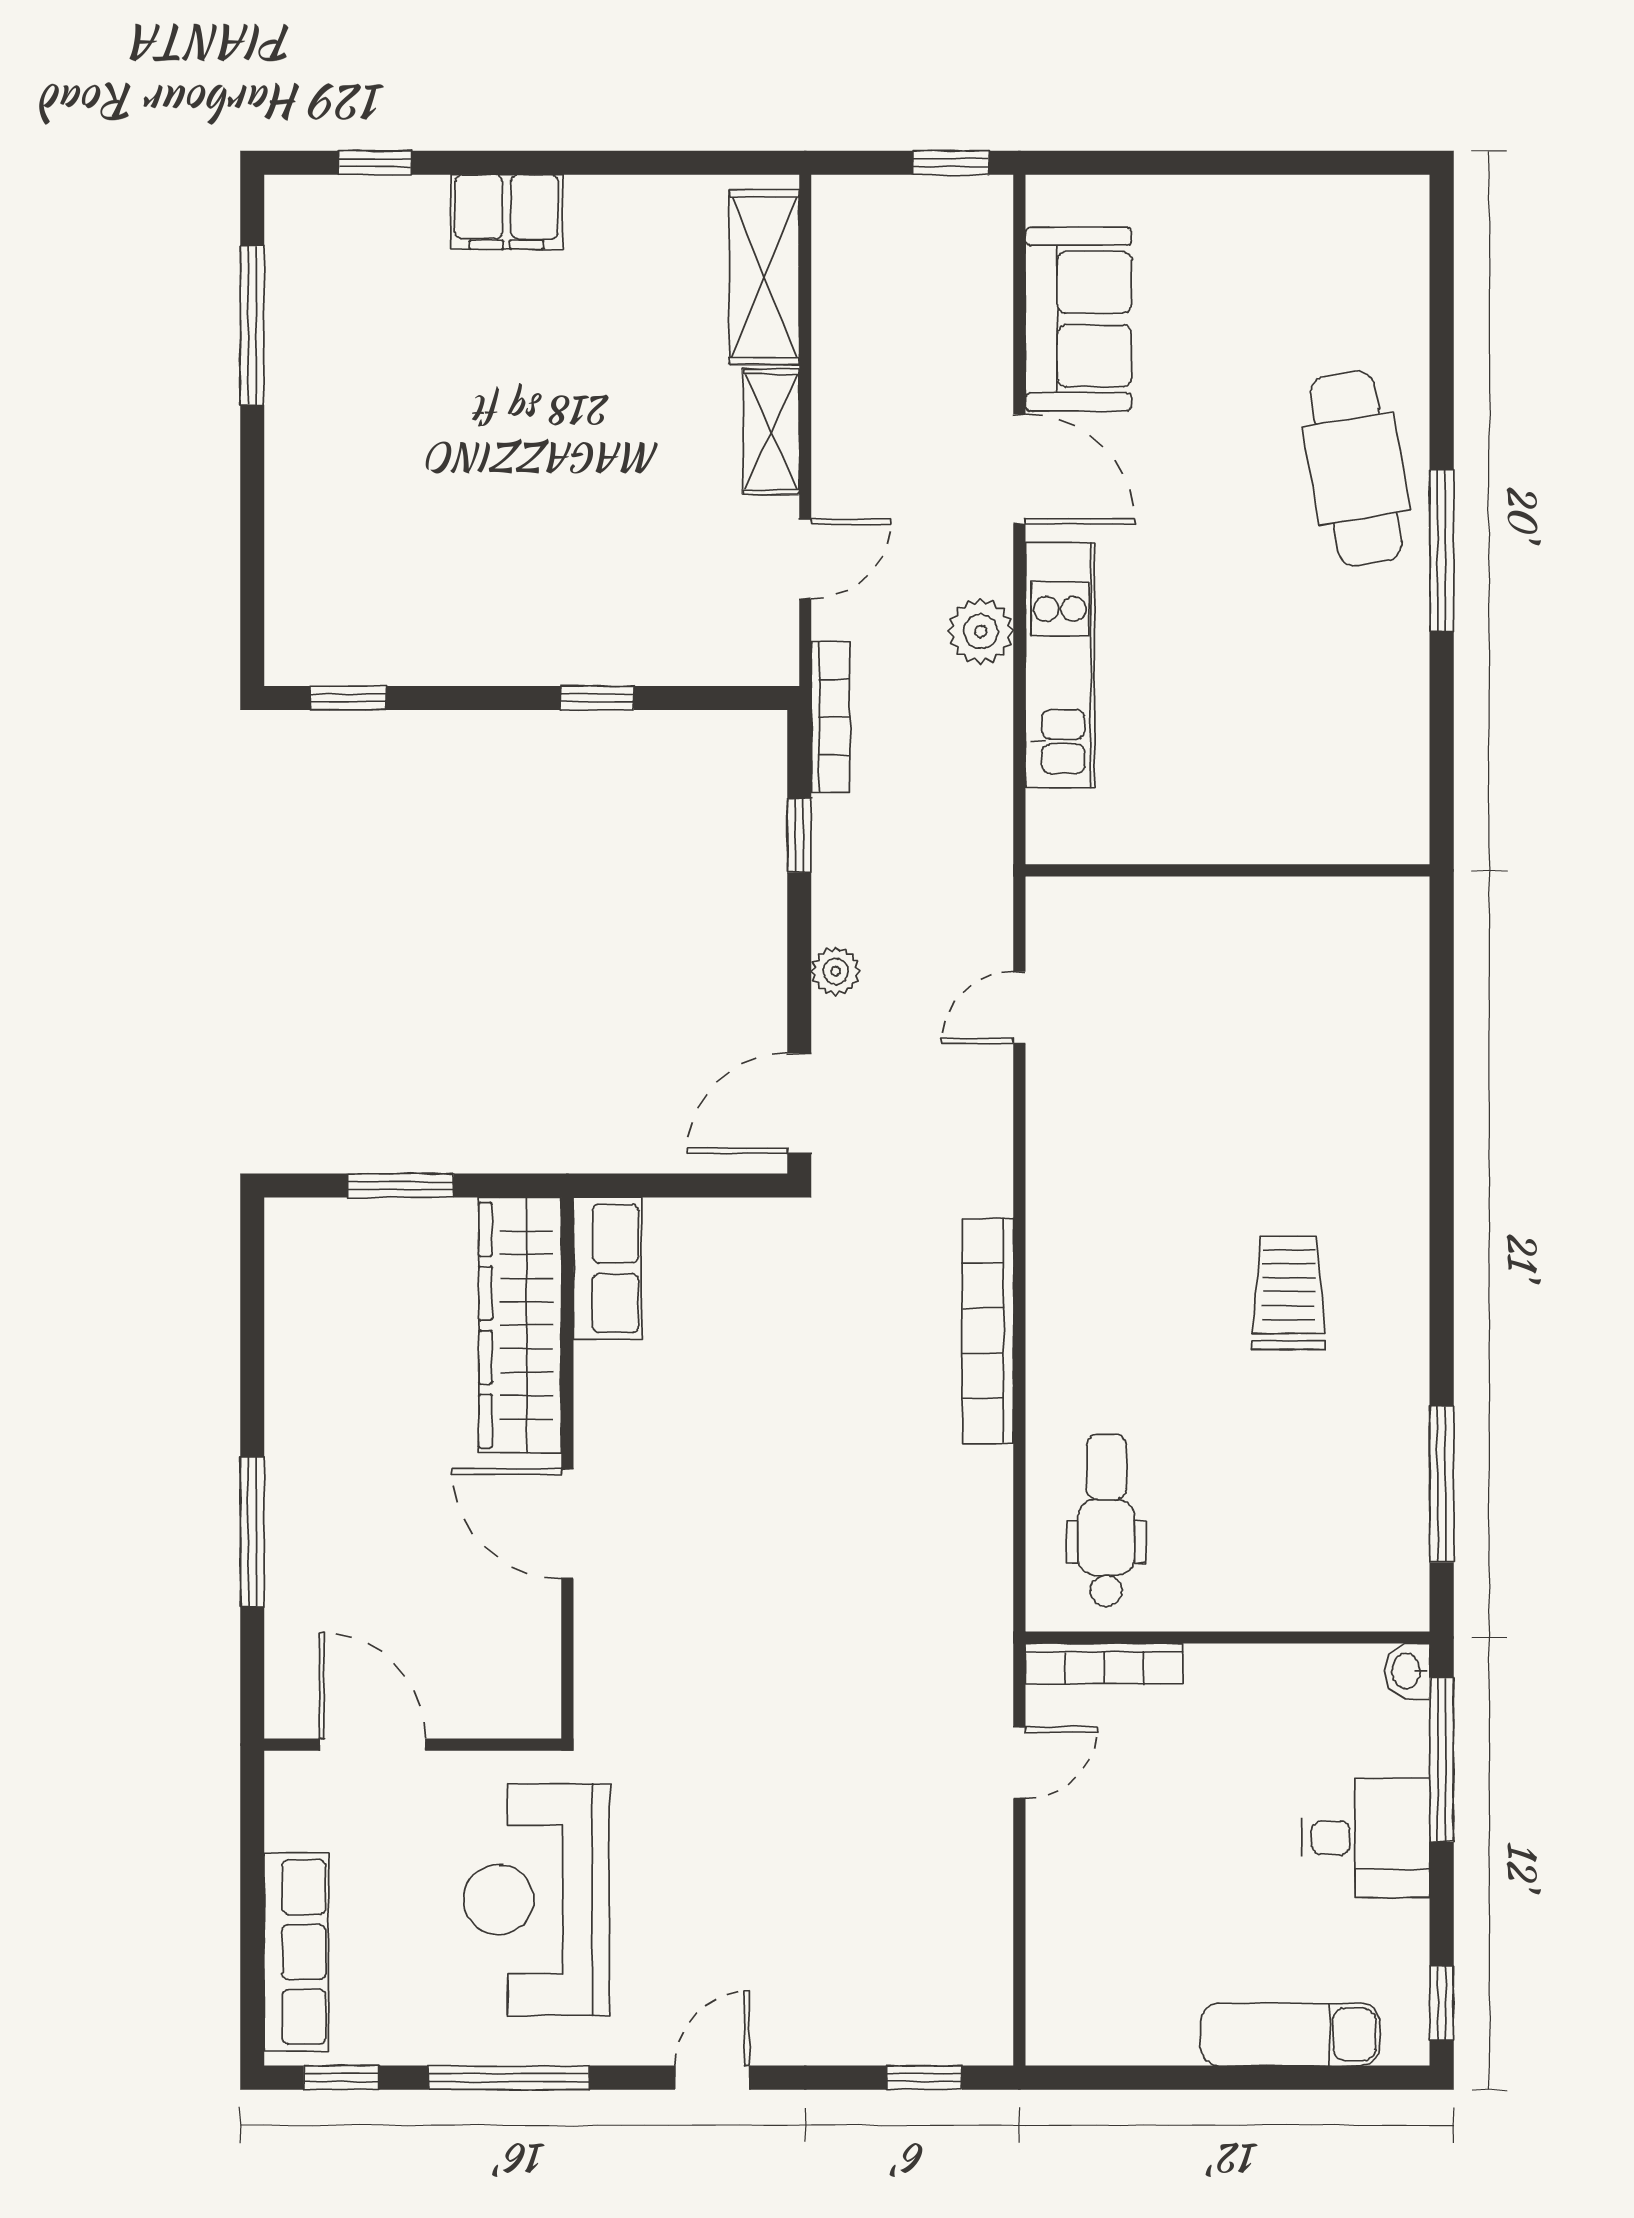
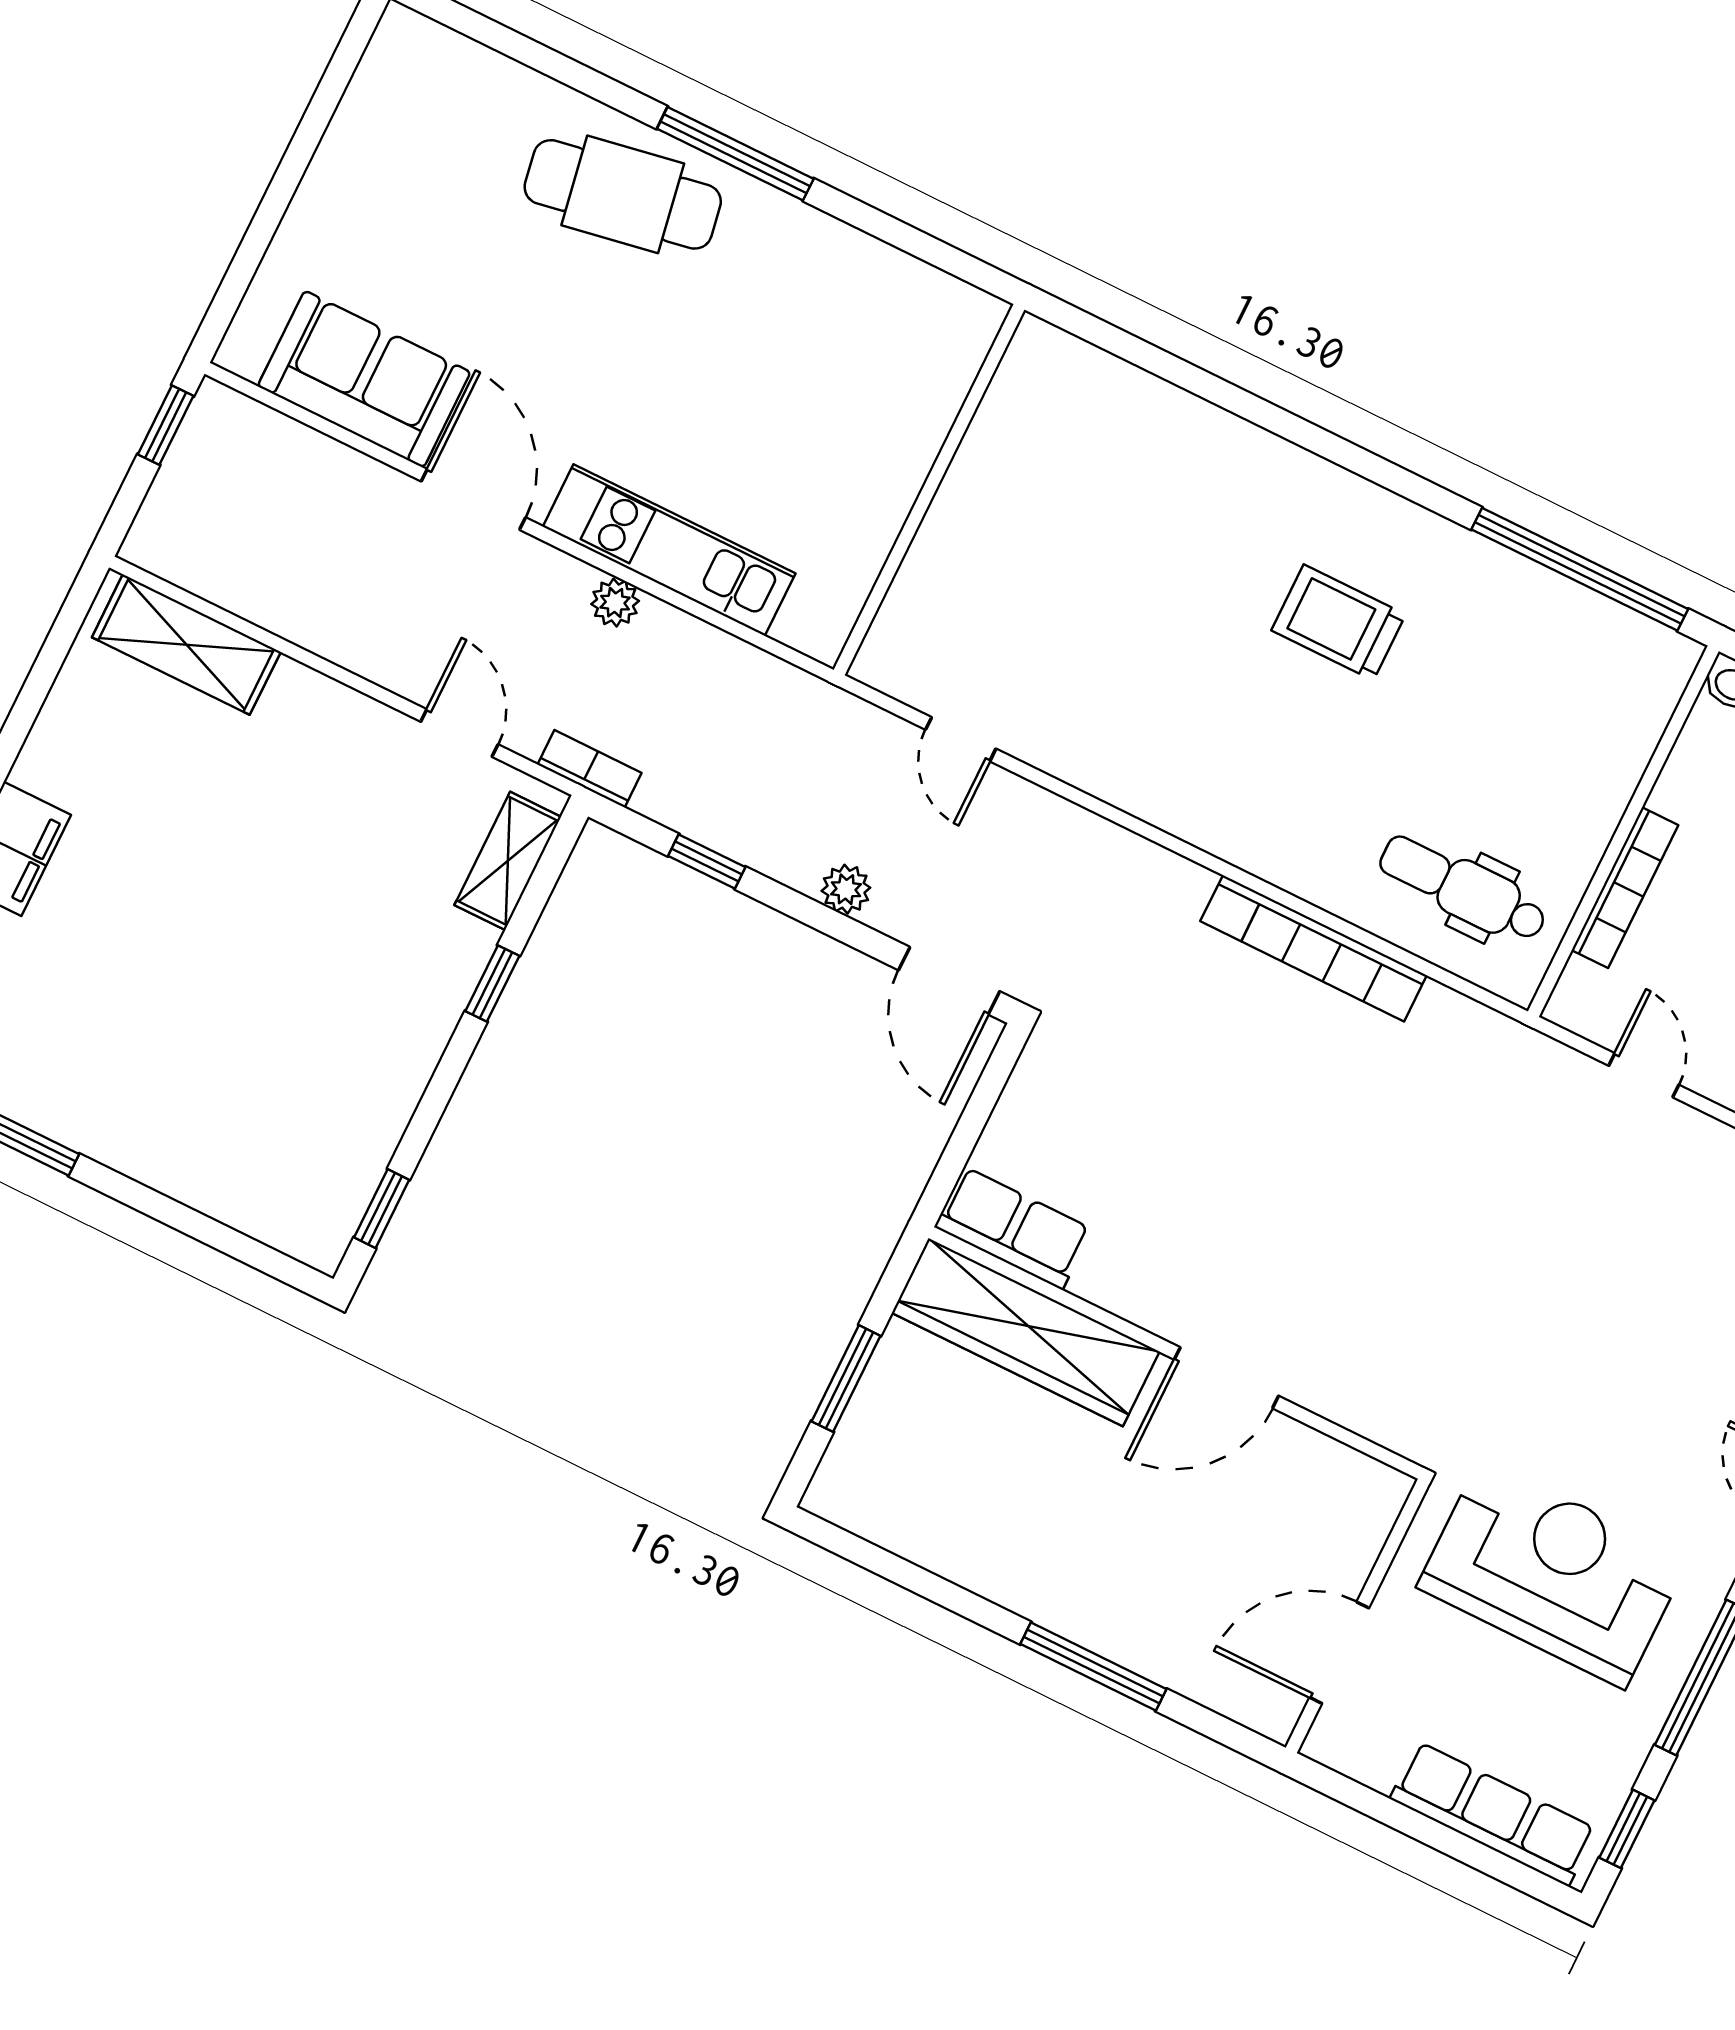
shelving: (771, 432) -> (508, 861), moved, turned 90
door: (1019, 469) -> (473, 499), hinge flipped
plant: (981, 631) -> (615, 603), width x0.73, depth x0.73
bookcase: (831, 717) -> (589, 769), width x0.64
bookcase: (988, 1331) -> (1314, 948), moved
window: (1442, 1484) -> (1580, 569), width x1.46
bookcase: (1104, 1664) -> (1625, 888), moved
reception desk: (536, 1900) -> (1553, 1573), turned 180

